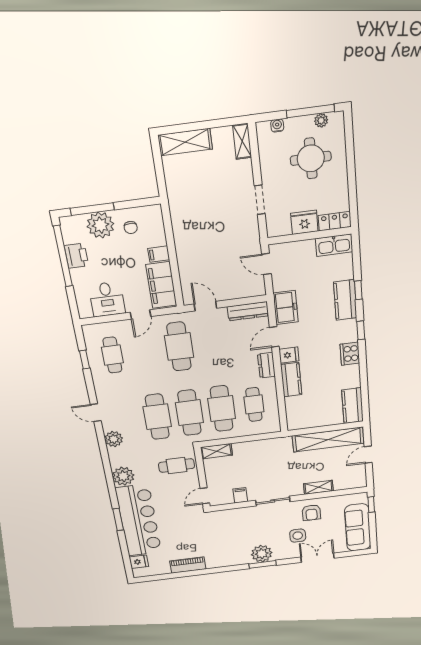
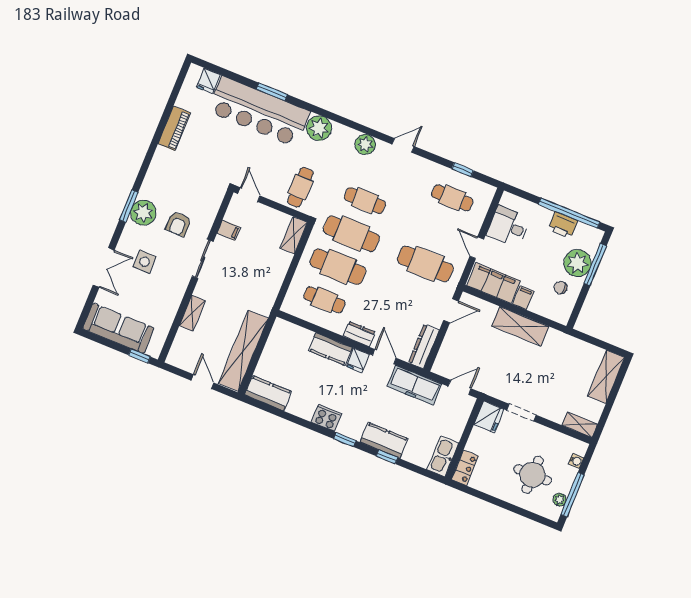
fridge: (304, 222) -> (489, 417), moved
shelving: (185, 243) -> (520, 326), added
freezer: (286, 307) -> (414, 385), width x1.40
cafe table: (157, 417) -> (365, 201), width x0.73, depth x0.74
armchair: (311, 513) -> (178, 224), moved, turned -90

